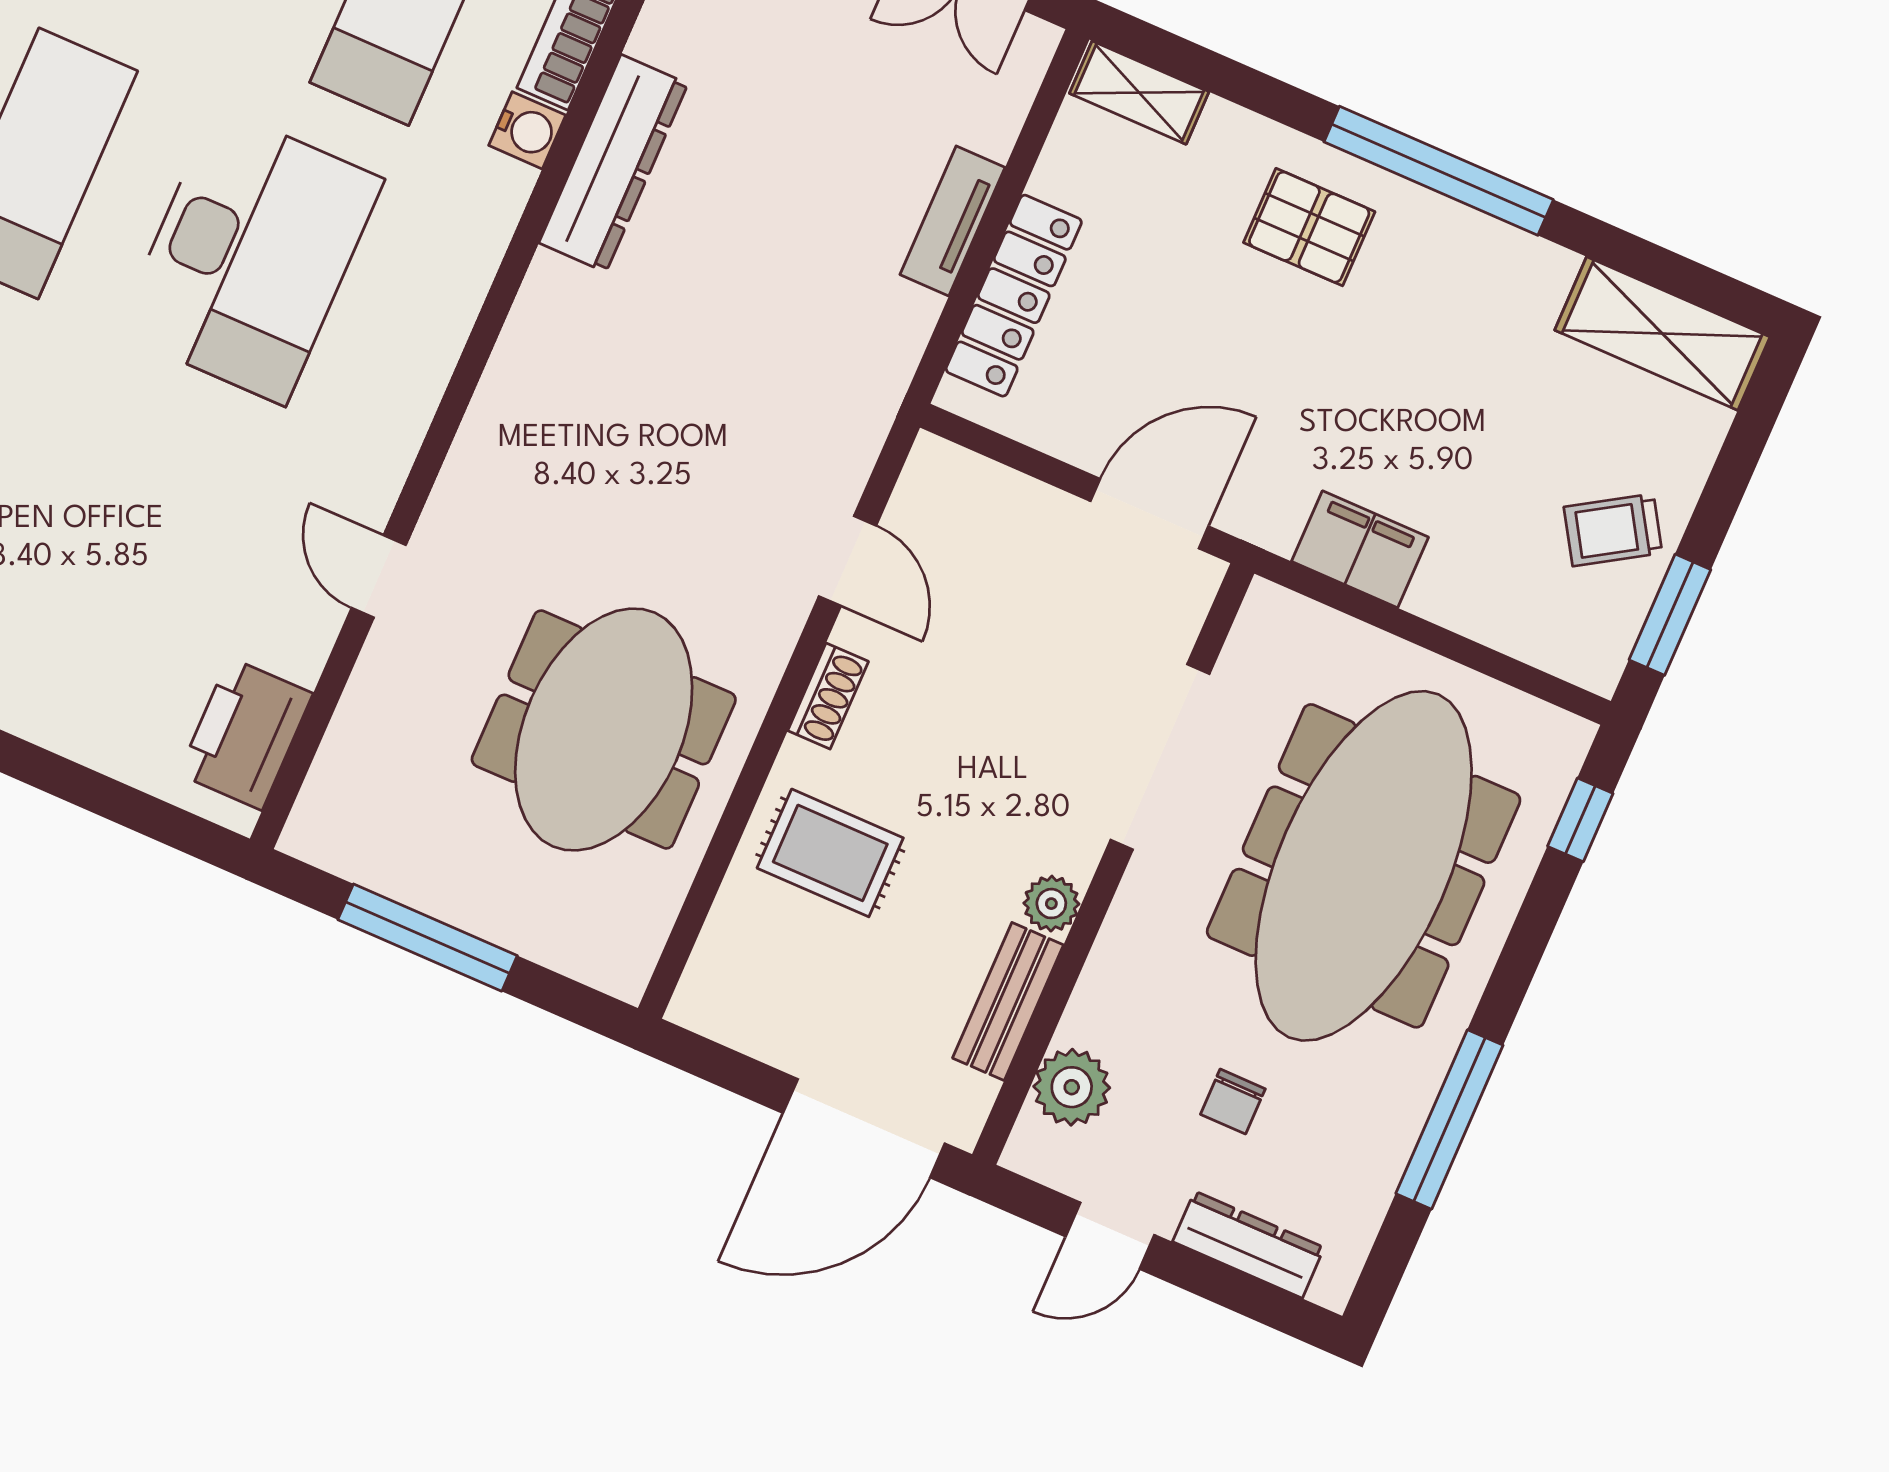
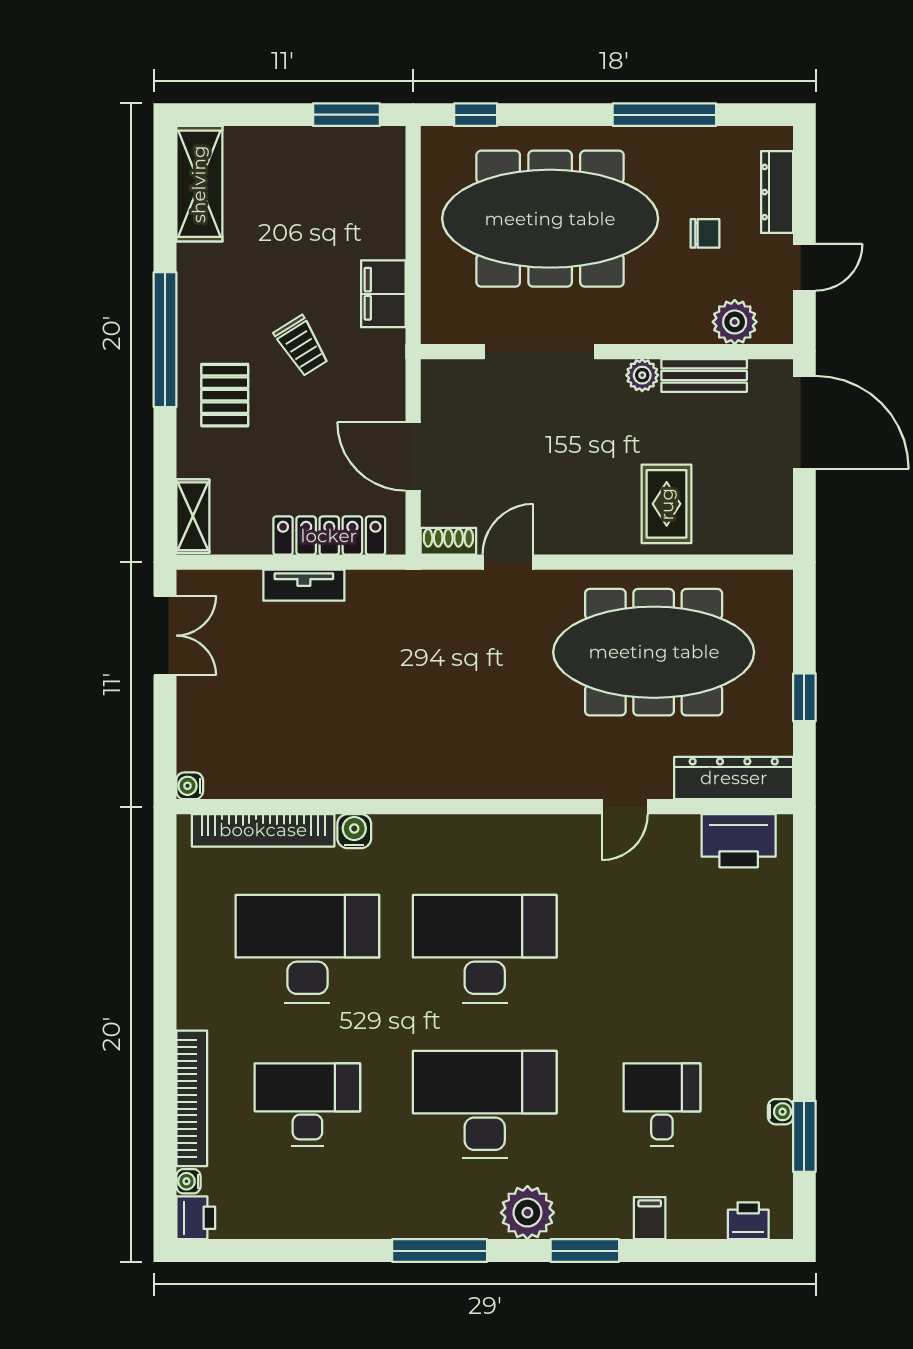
dresser: (613, 163) -> (734, 778), moved
door: (1149, 514) -> (413, 456), moved
trolley: (1613, 530) -> (302, 346), moved
shoe rack: (828, 696) -> (448, 541), moved
meeting table: (604, 730) -> (654, 652), width x1.36
window: (428, 938) -> (804, 697), width x0.46
door: (1110, 1236) -> (804, 267), hinge flipped

